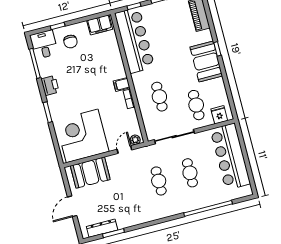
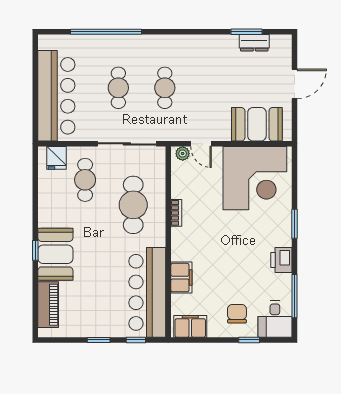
booth: (206, 61) -> (55, 254), moved
filing cabinet: (122, 84) -> (181, 278), moved, width x2.00
cafe table: (159, 97) -> (133, 205), width x1.37, depth x1.35
door: (124, 150) -> (201, 144), hinge flipped
dresser: (102, 228) -> (254, 43), width x0.70

